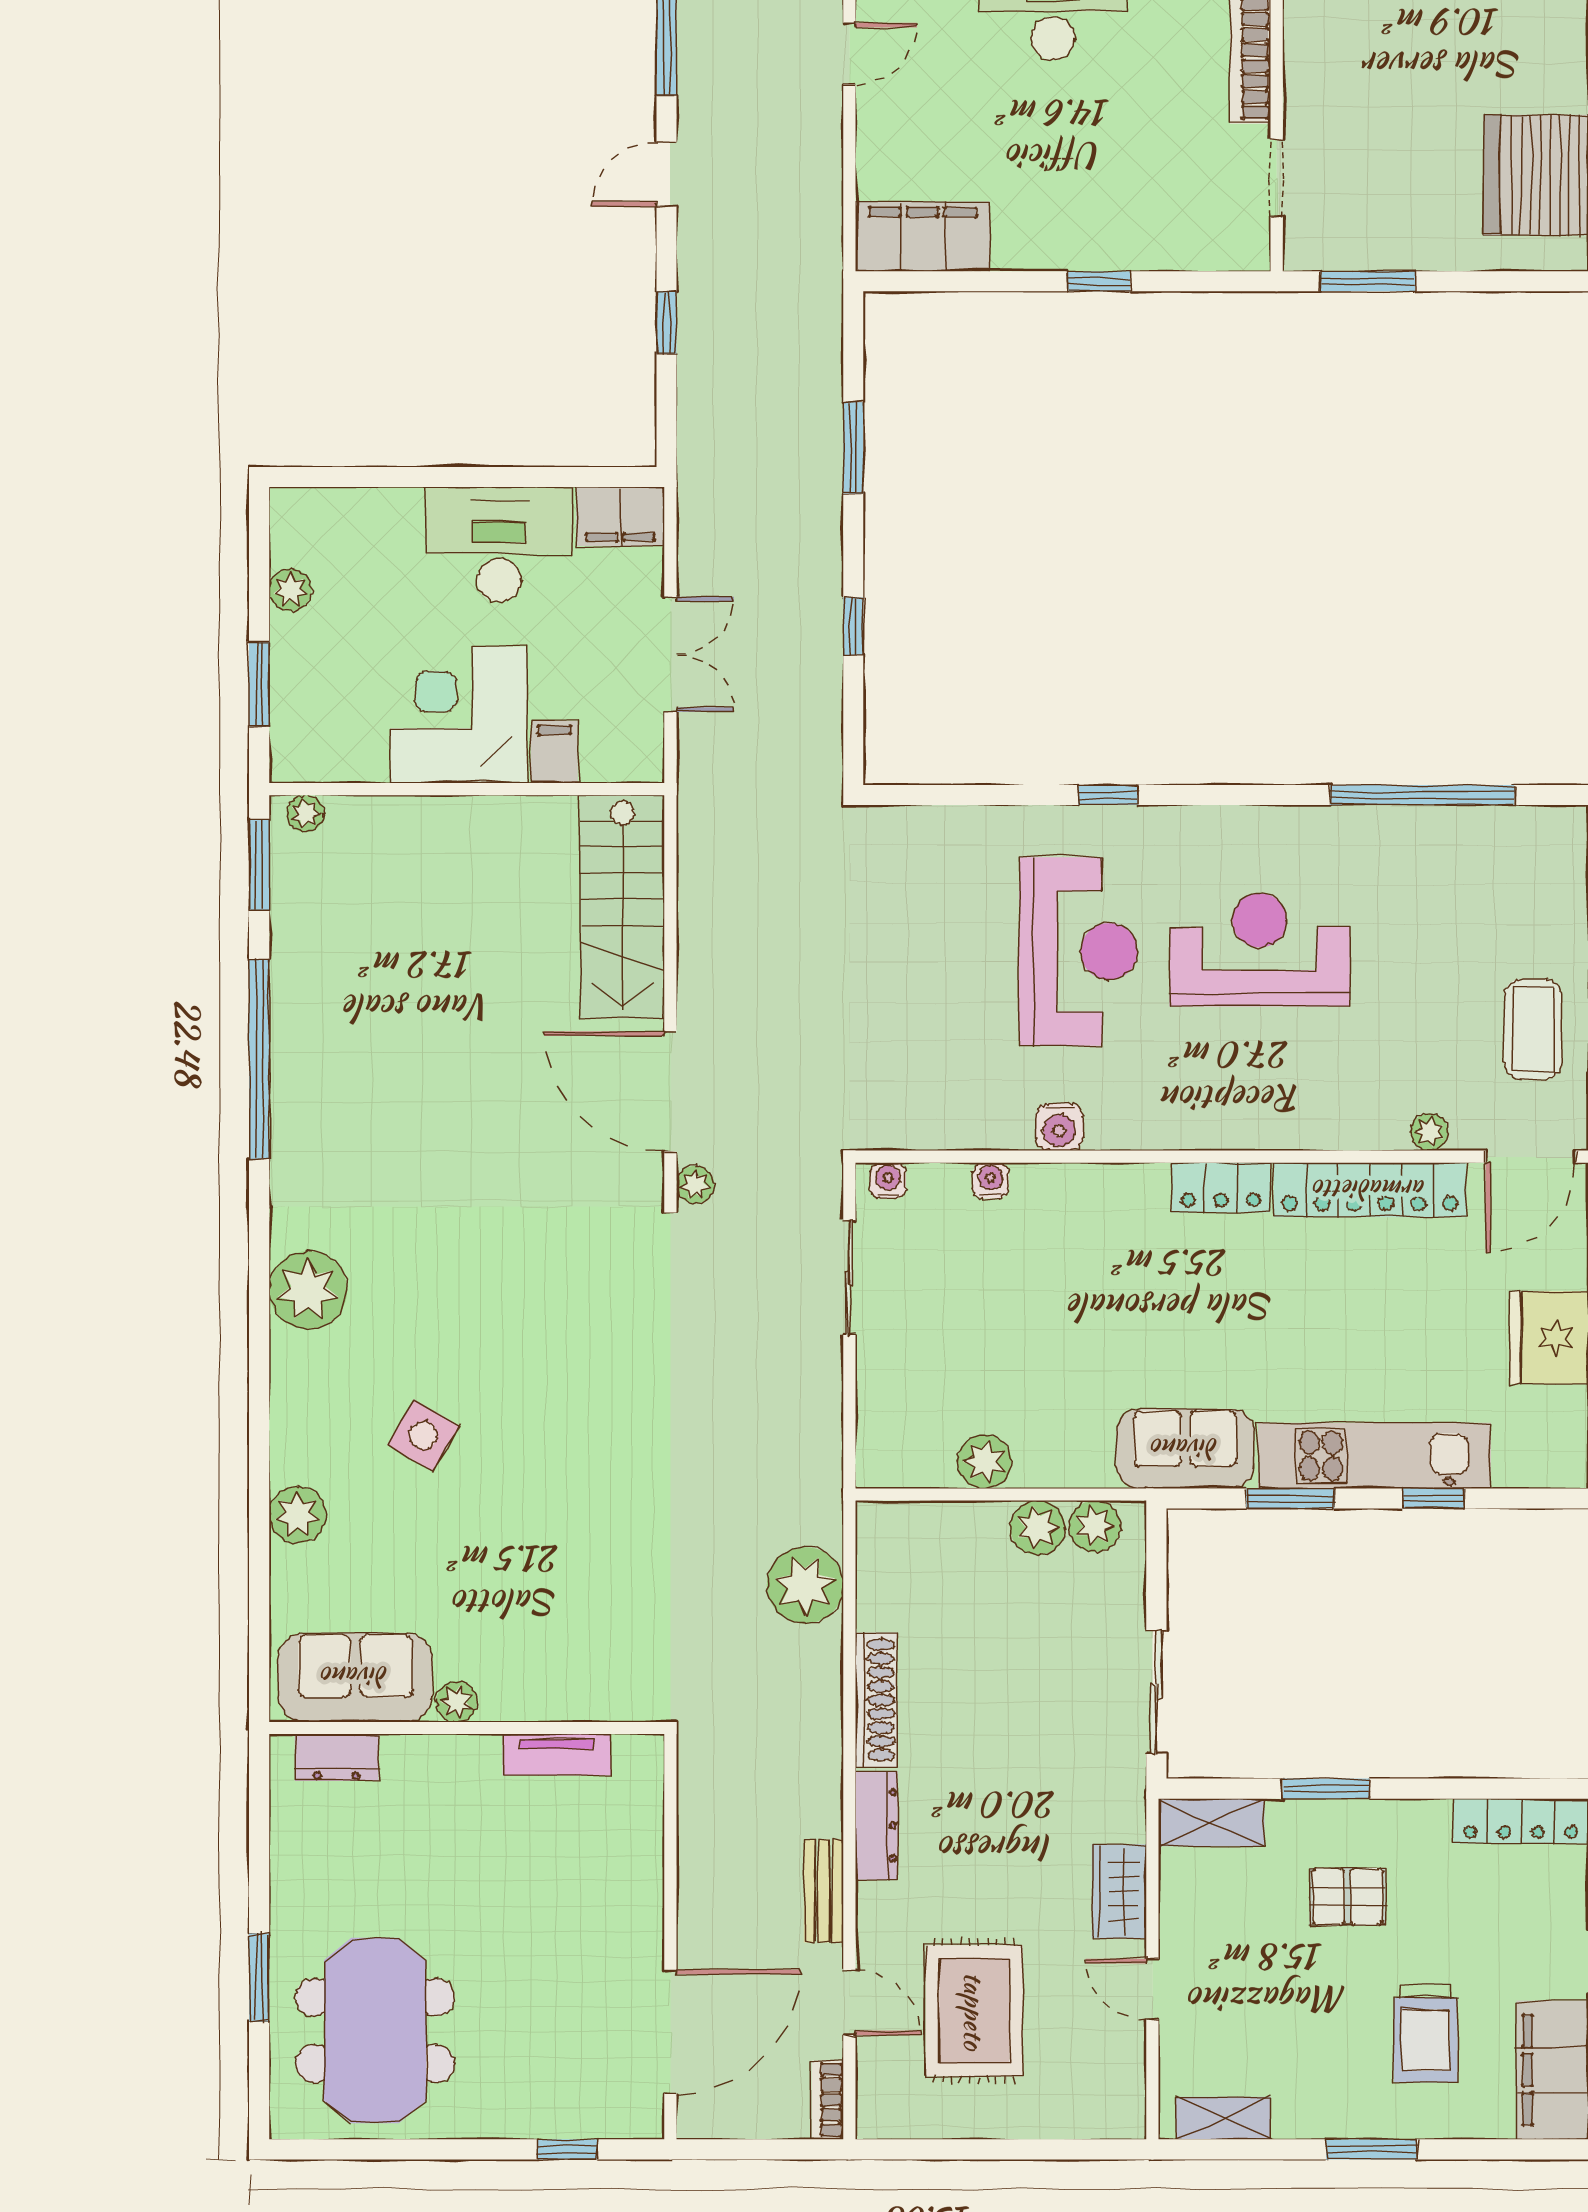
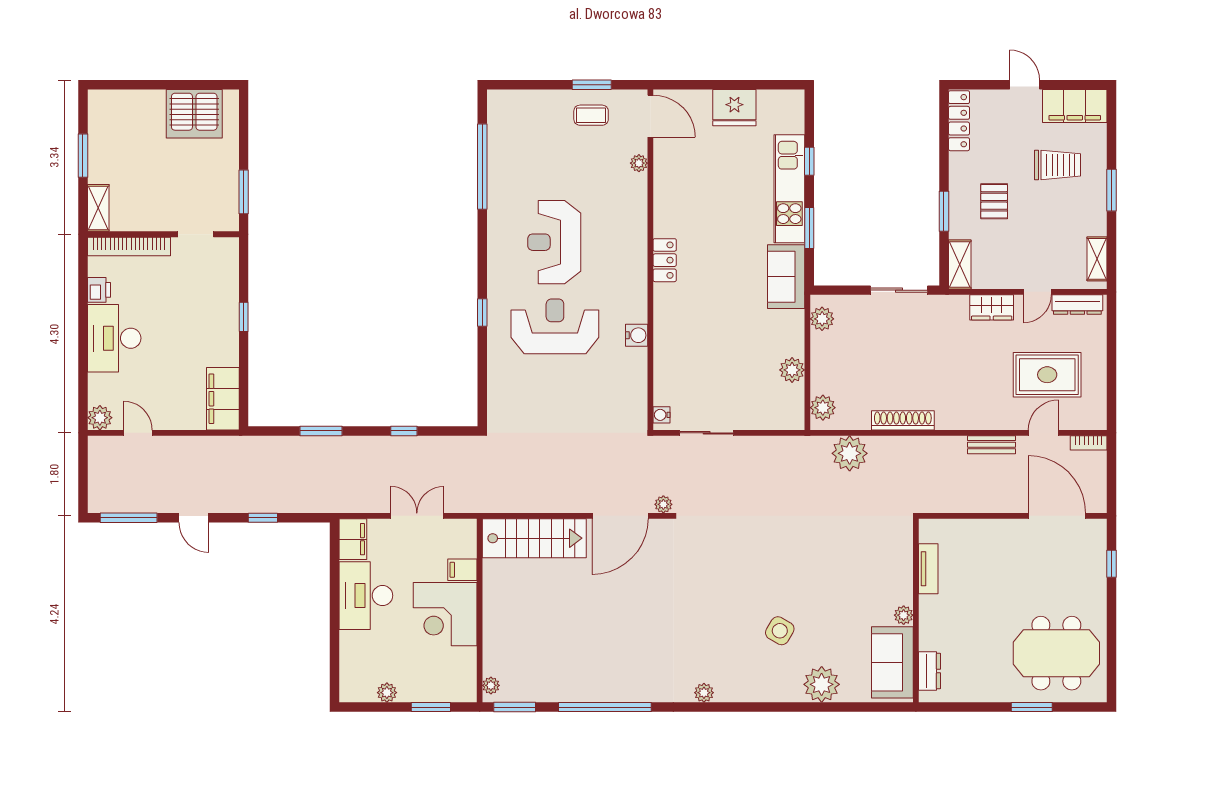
coffee table: (1533, 1029) -> (591, 115), width x0.73, depth x0.77
water cooler: (991, 1180) -> (661, 367), removed
locker: (1370, 1190) -> (666, 191), removed
plant: (308, 1290) -> (704, 693), width x0.53, depth x0.53
plant: (297, 1515) -> (822, 684), width x1.36, depth x1.36
plant: (1038, 1528) -> (823, 408), moved
dresser: (876, 1825) -> (1077, 305), moved, turned 180

